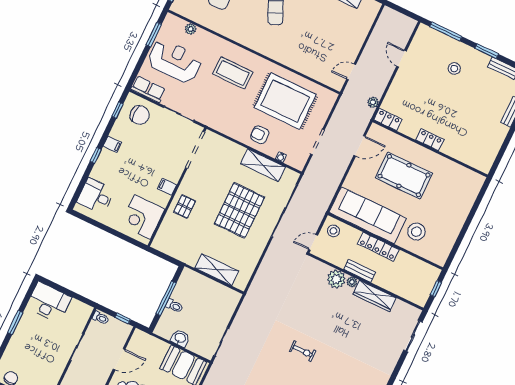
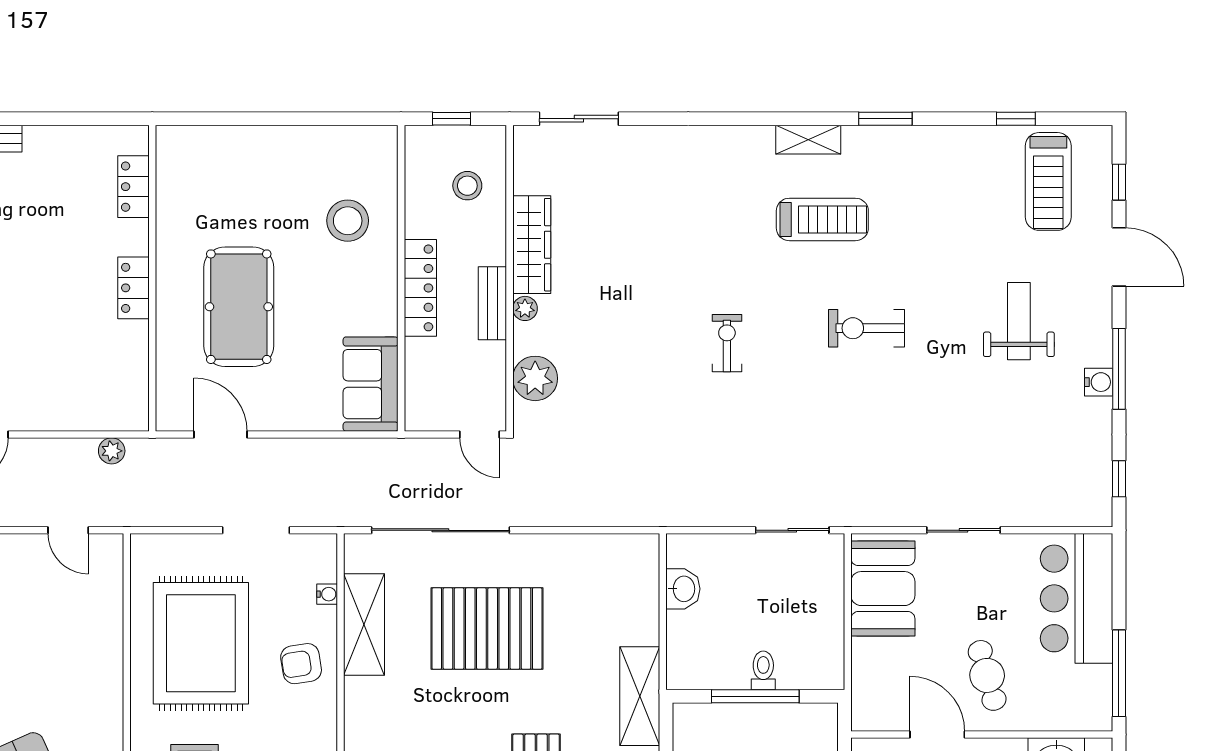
locker: (388, 119) -> (133, 187), moved
armchair: (260, 135) -> (301, 664), turned 81
sofa: (368, 215) -> (371, 384), width x0.54, depth x0.79
stool: (333, 231) -> (467, 186), moved
shelving: (217, 270) -> (640, 696), moved
plant: (336, 279) -> (535, 378), moved
washbasin: (180, 338) -> (683, 589), moved, turned 180

